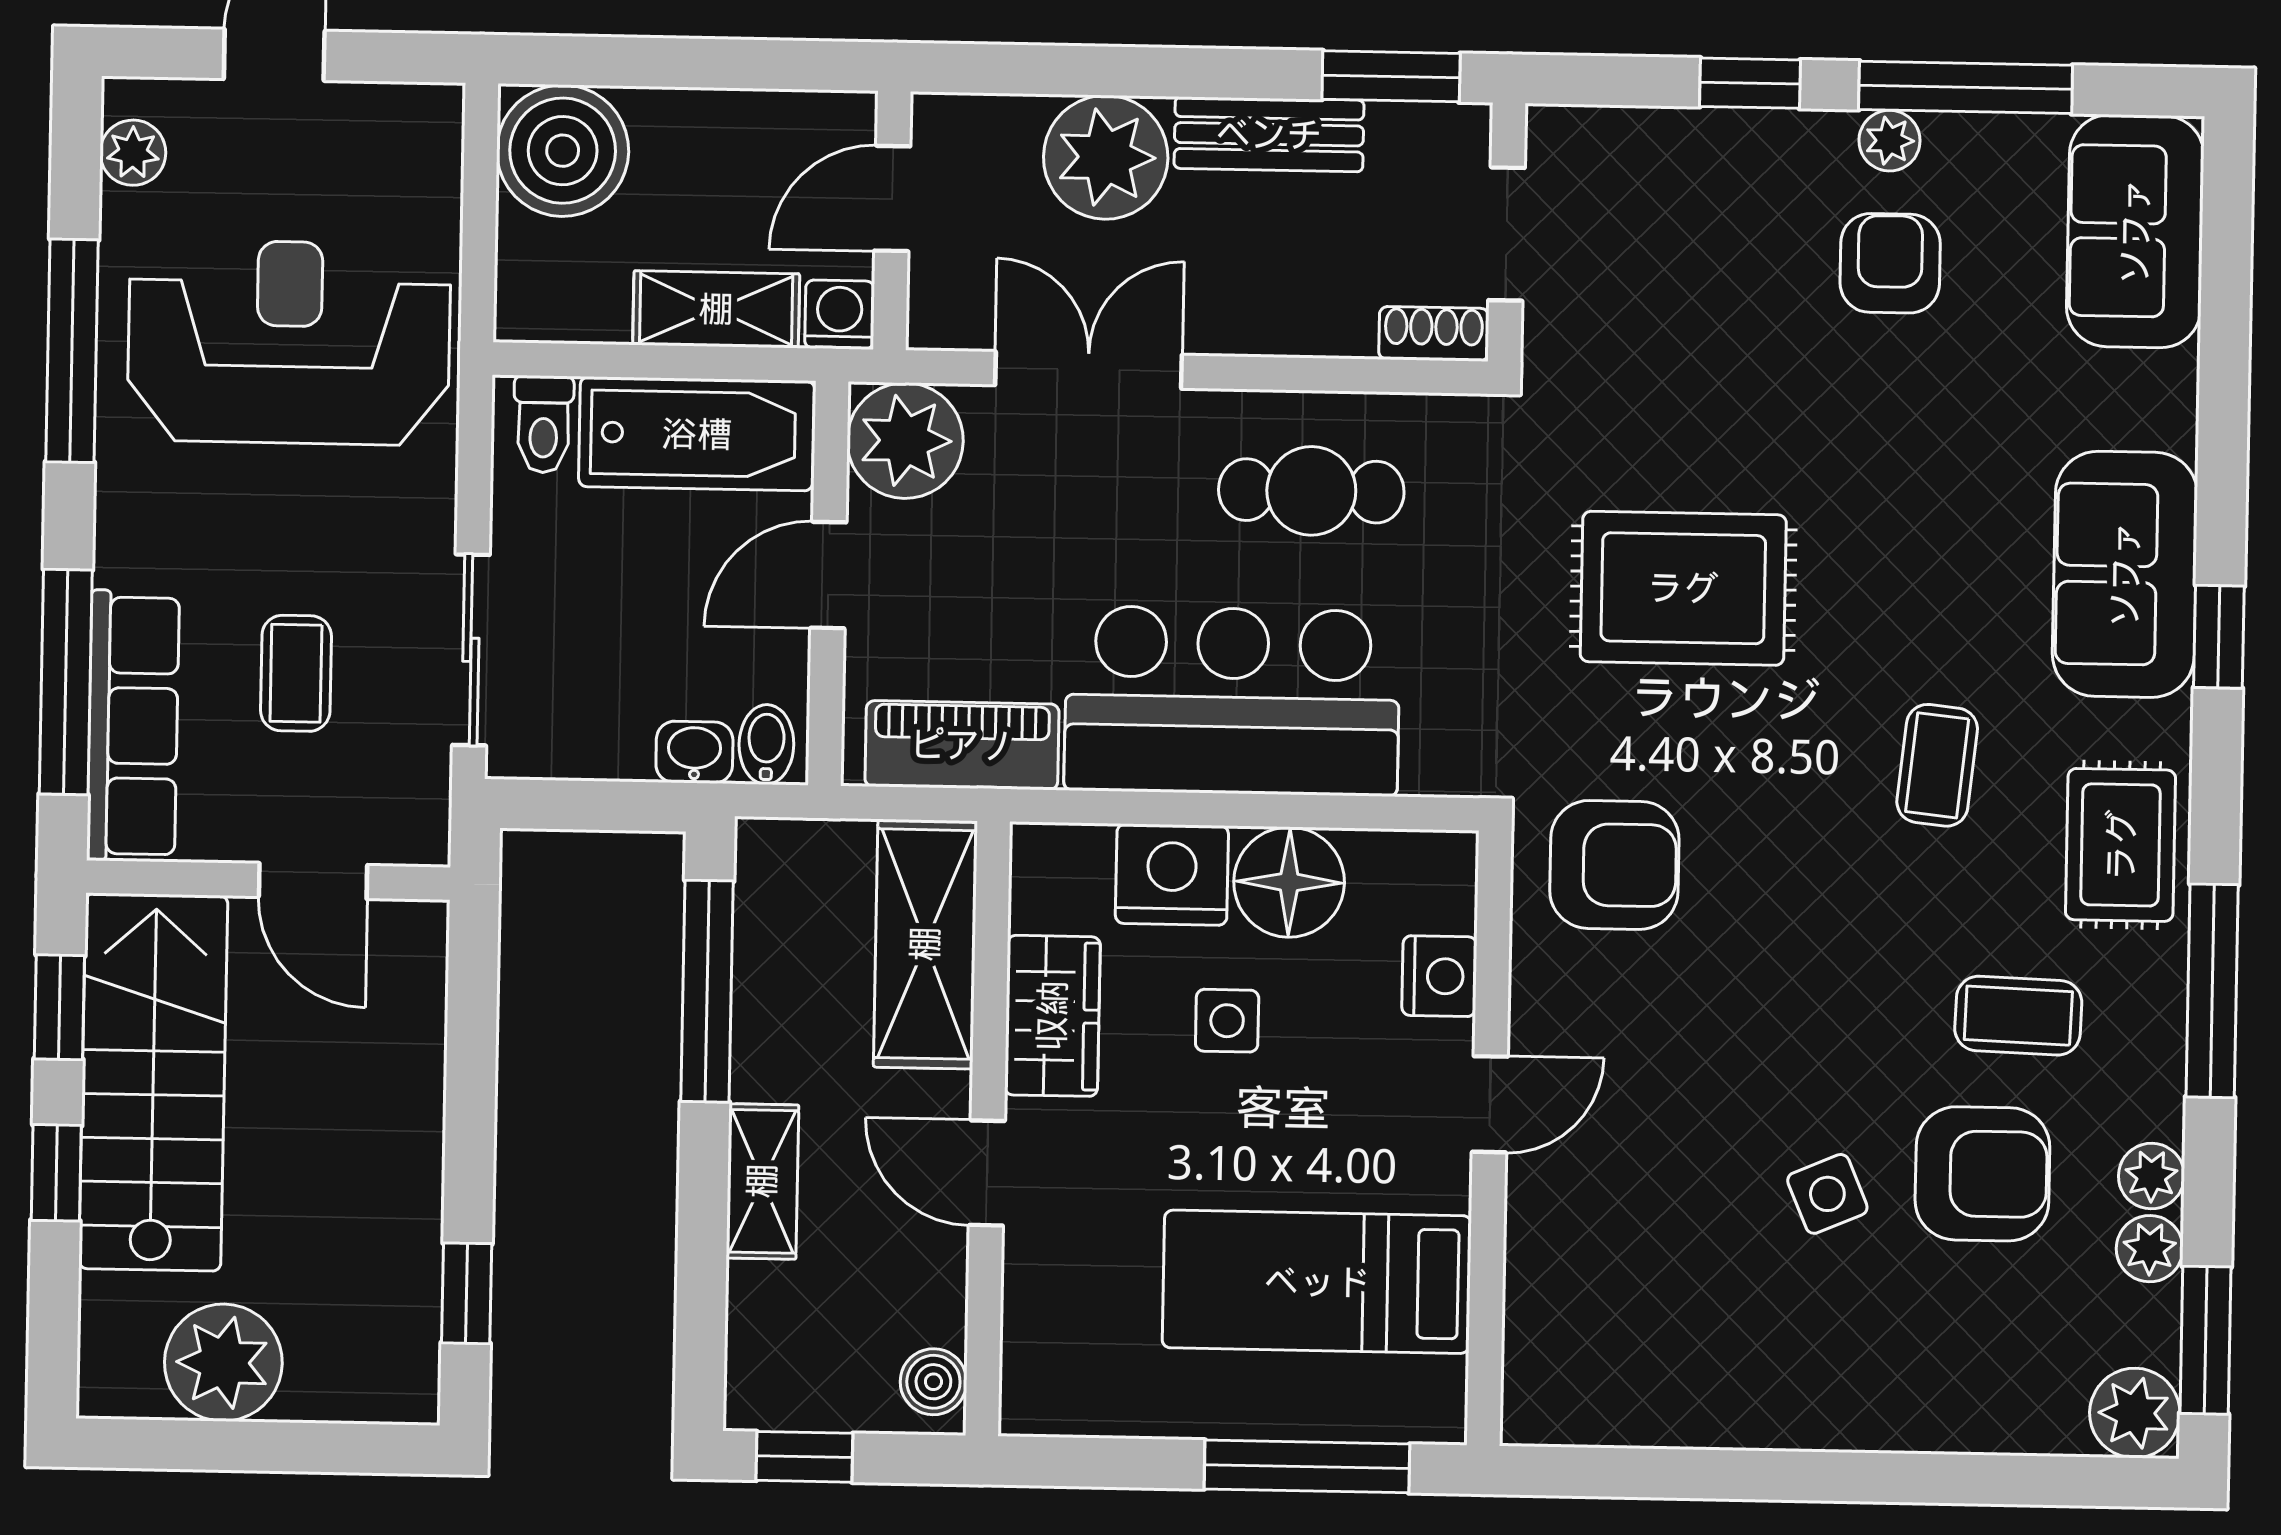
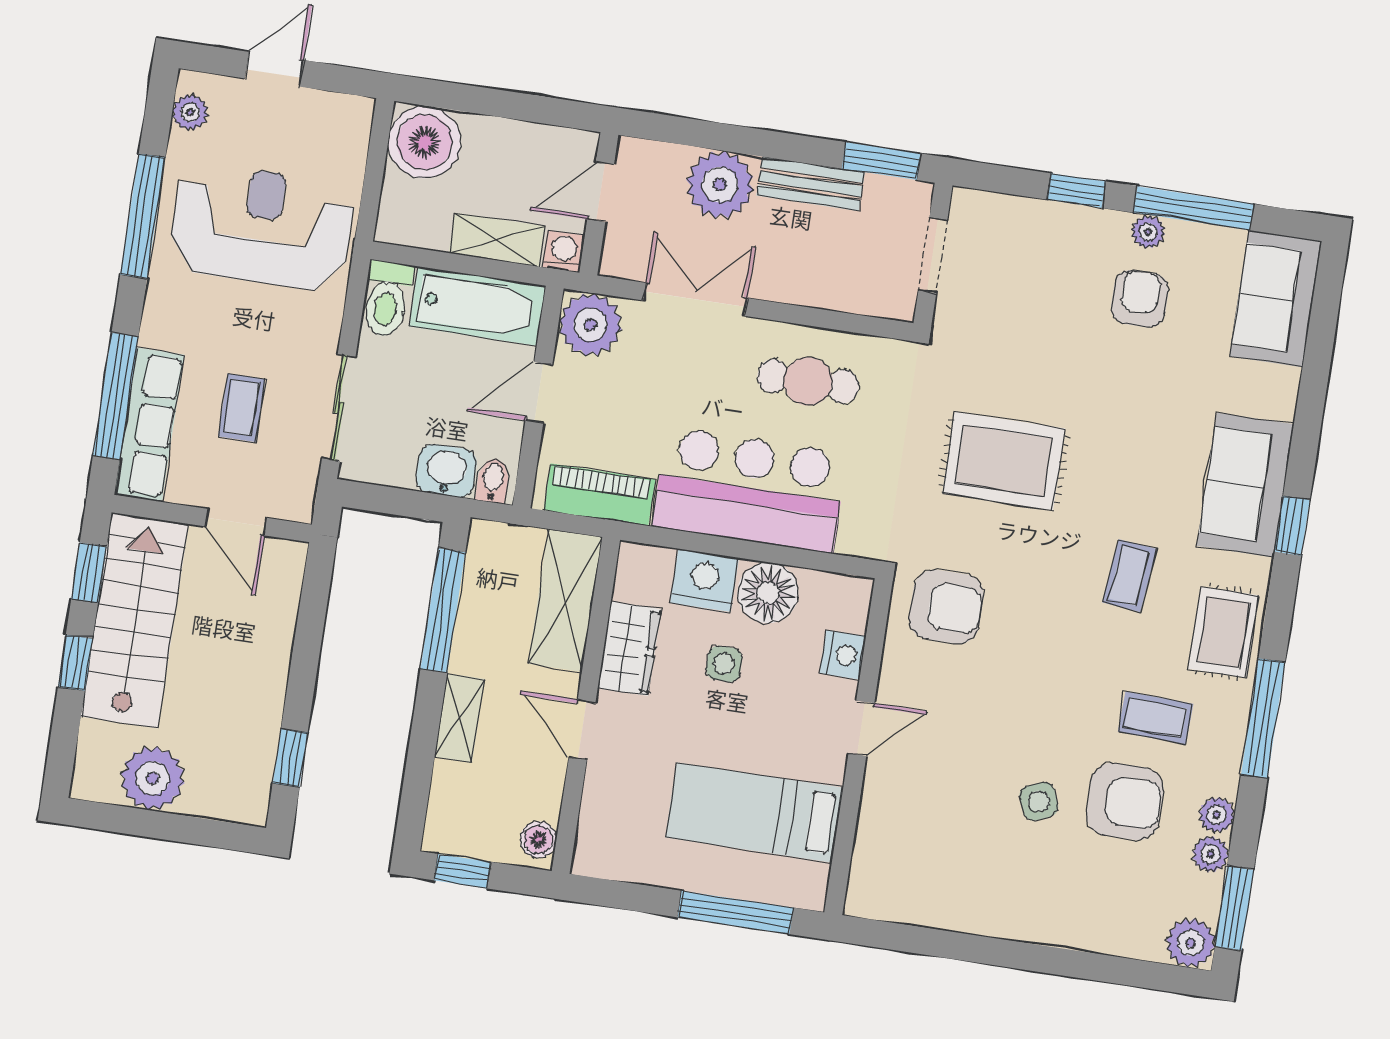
shoe rack: (1434, 334) -> (886, 304), removed
toilet: (543, 424) -> (387, 299), width x1.37, depth x1.39
washbasin: (694, 752) -> (446, 471), width x1.38, depth x1.45

